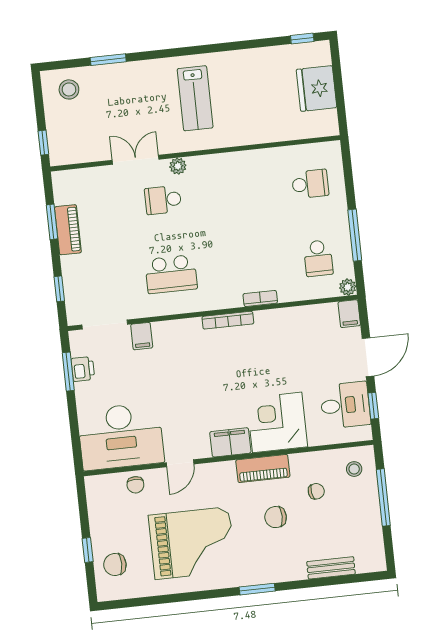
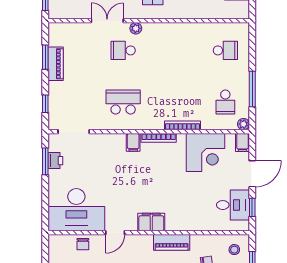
school desk: (171, 274) -> (123, 102), turned 180
bookcase: (260, 298) -> (183, 125), width x1.56
filing cabinet: (142, 336) -> (133, 142), moved
corner desk: (277, 422) -> (205, 152), moved, turned 180

